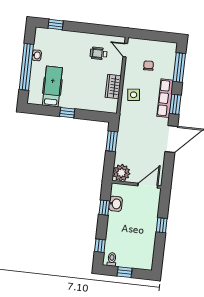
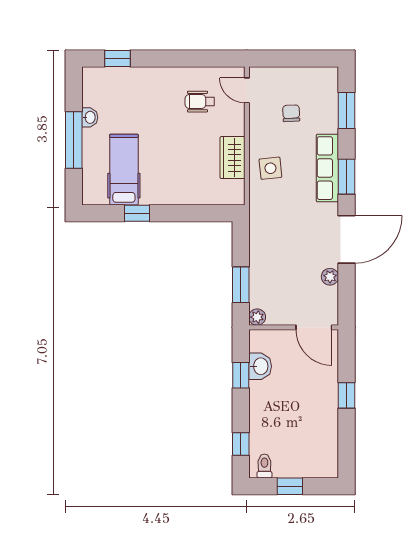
window: (26, 67) -> (74, 140), width x0.68
window: (179, 68) -> (347, 110), width x0.69
window: (67, 113) -> (137, 213), moved
window: (112, 141) -> (241, 285), moved
plant: (160, 159) -> (330, 277), added
plant: (121, 173) -> (257, 317), width x0.53, depth x0.53
door: (148, 186) -> (314, 327), swing flipped

